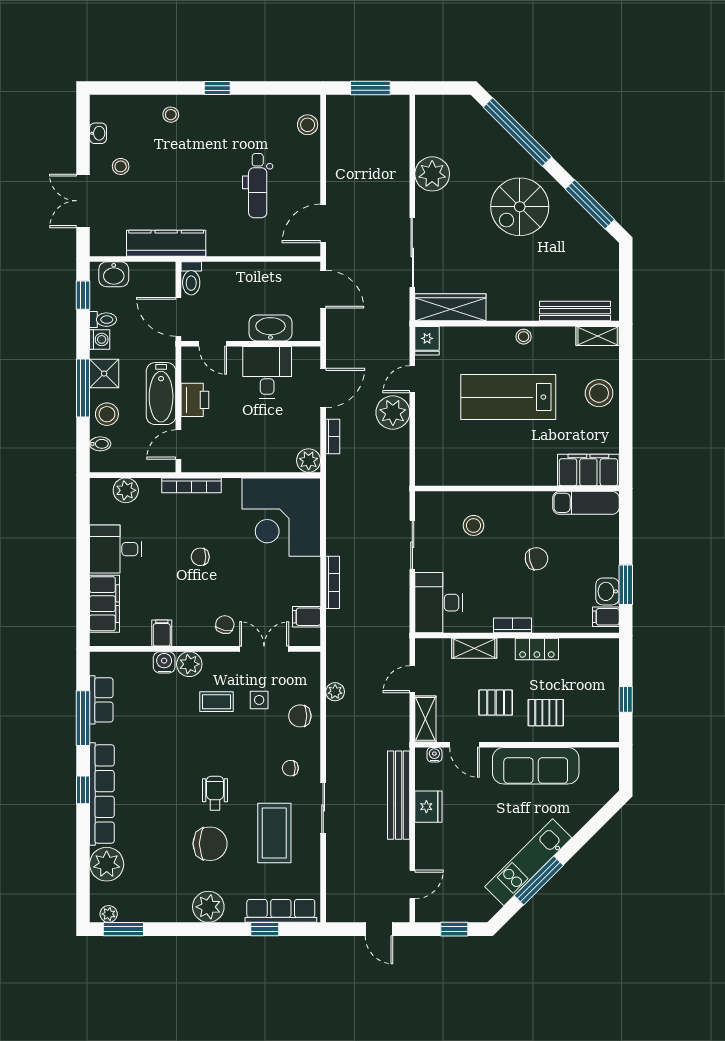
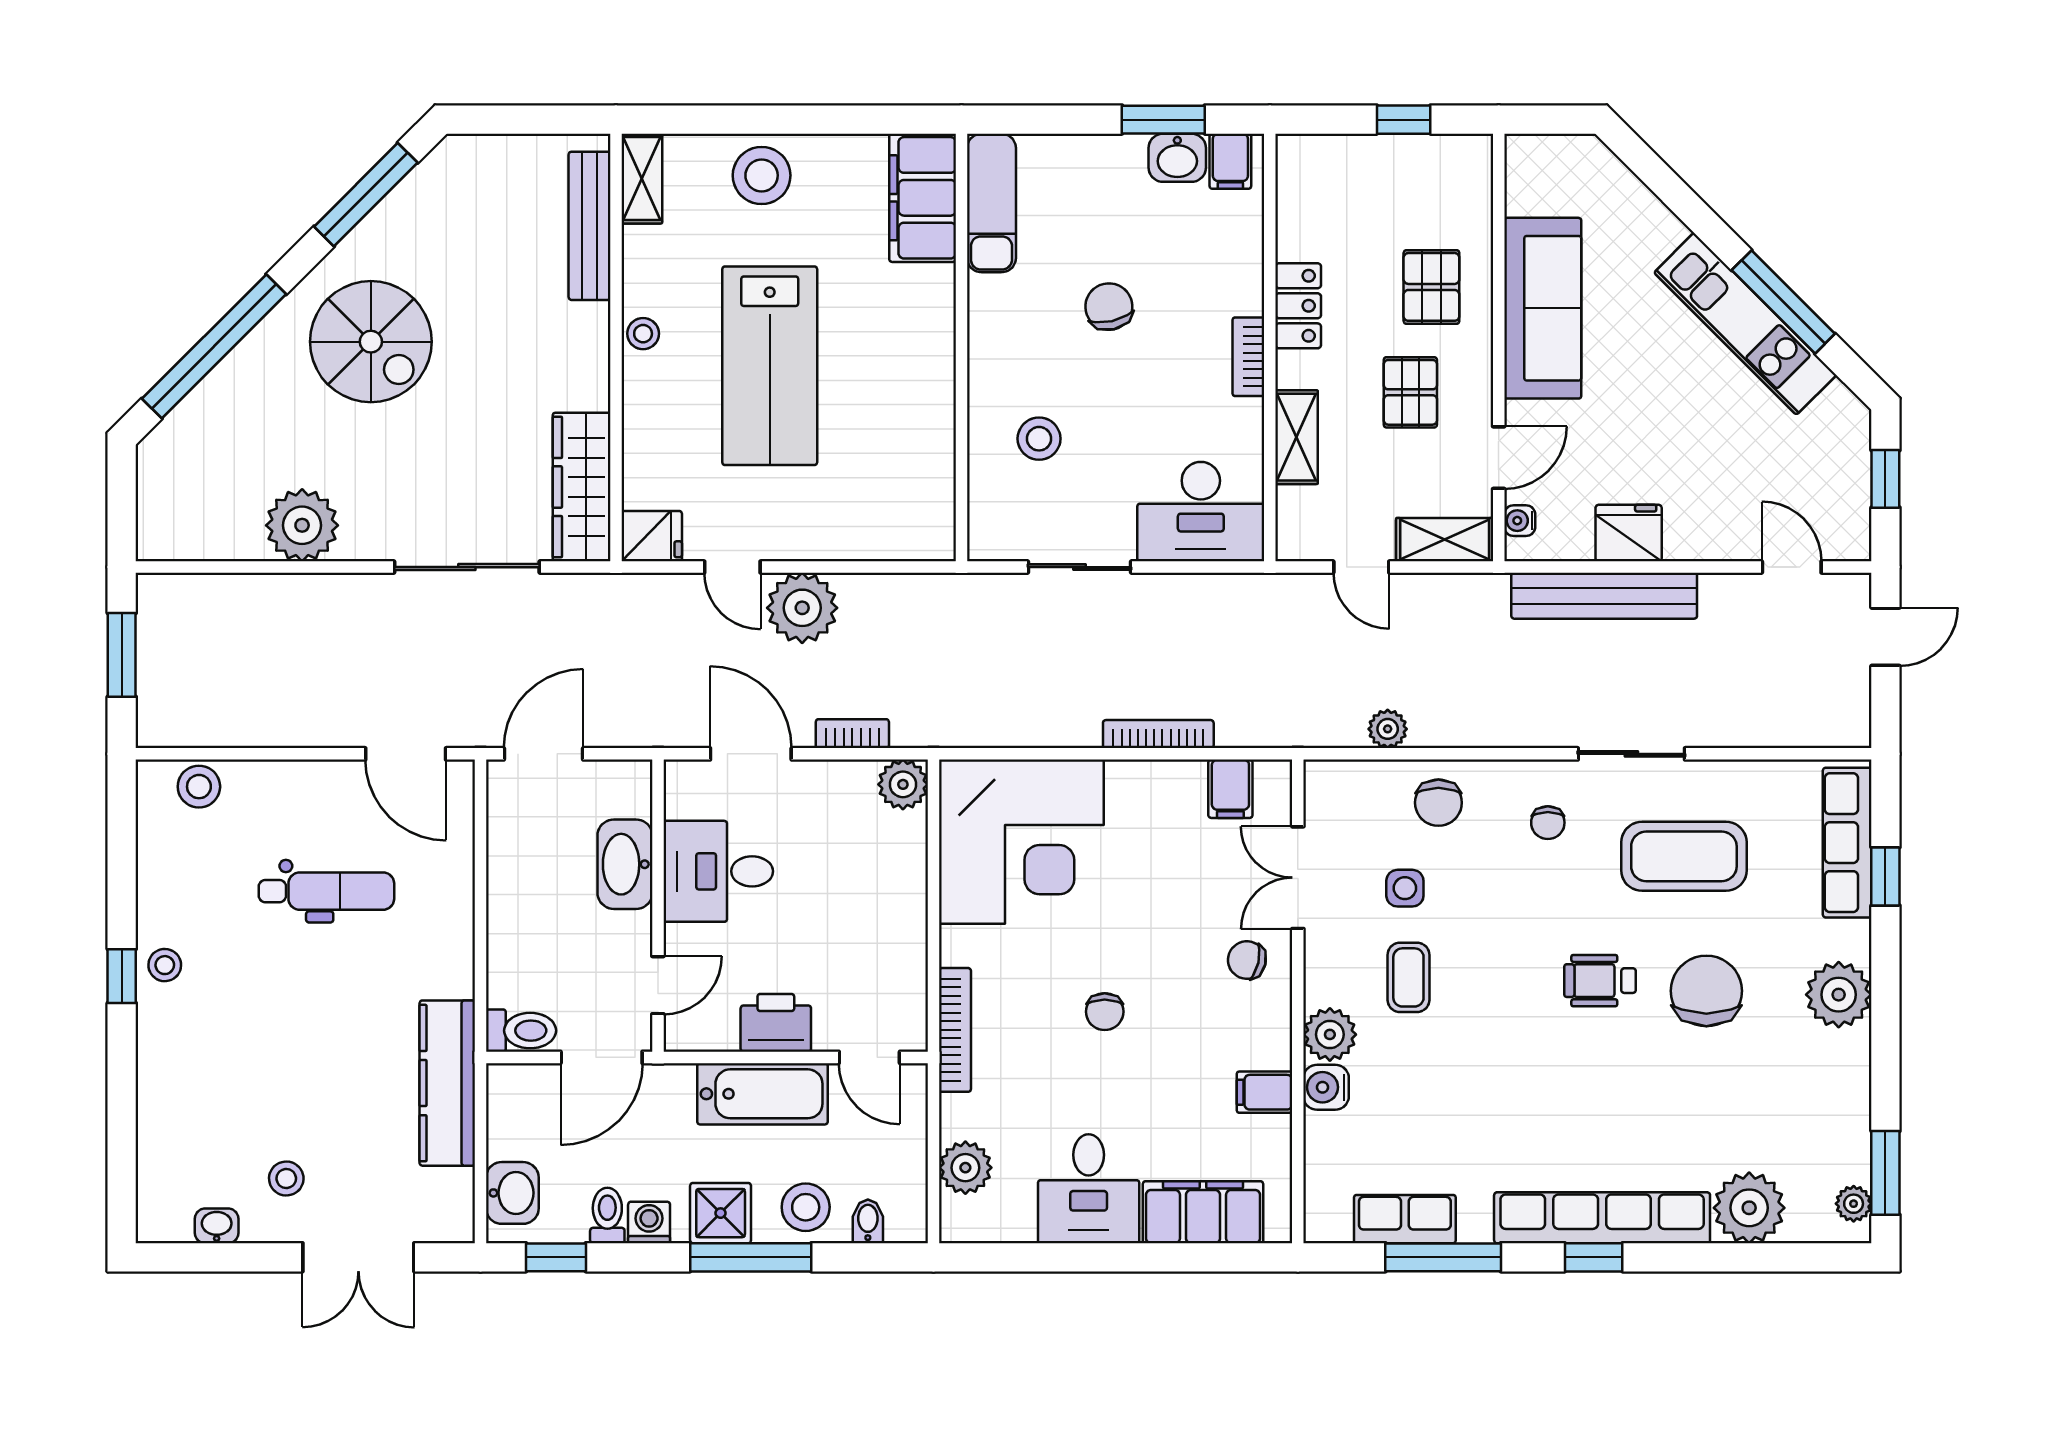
stool: (171, 115) -> (165, 965), moved

